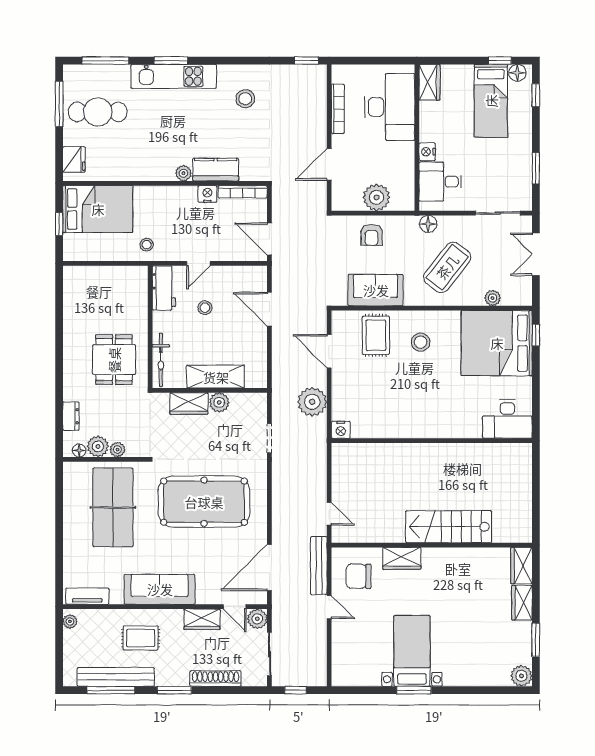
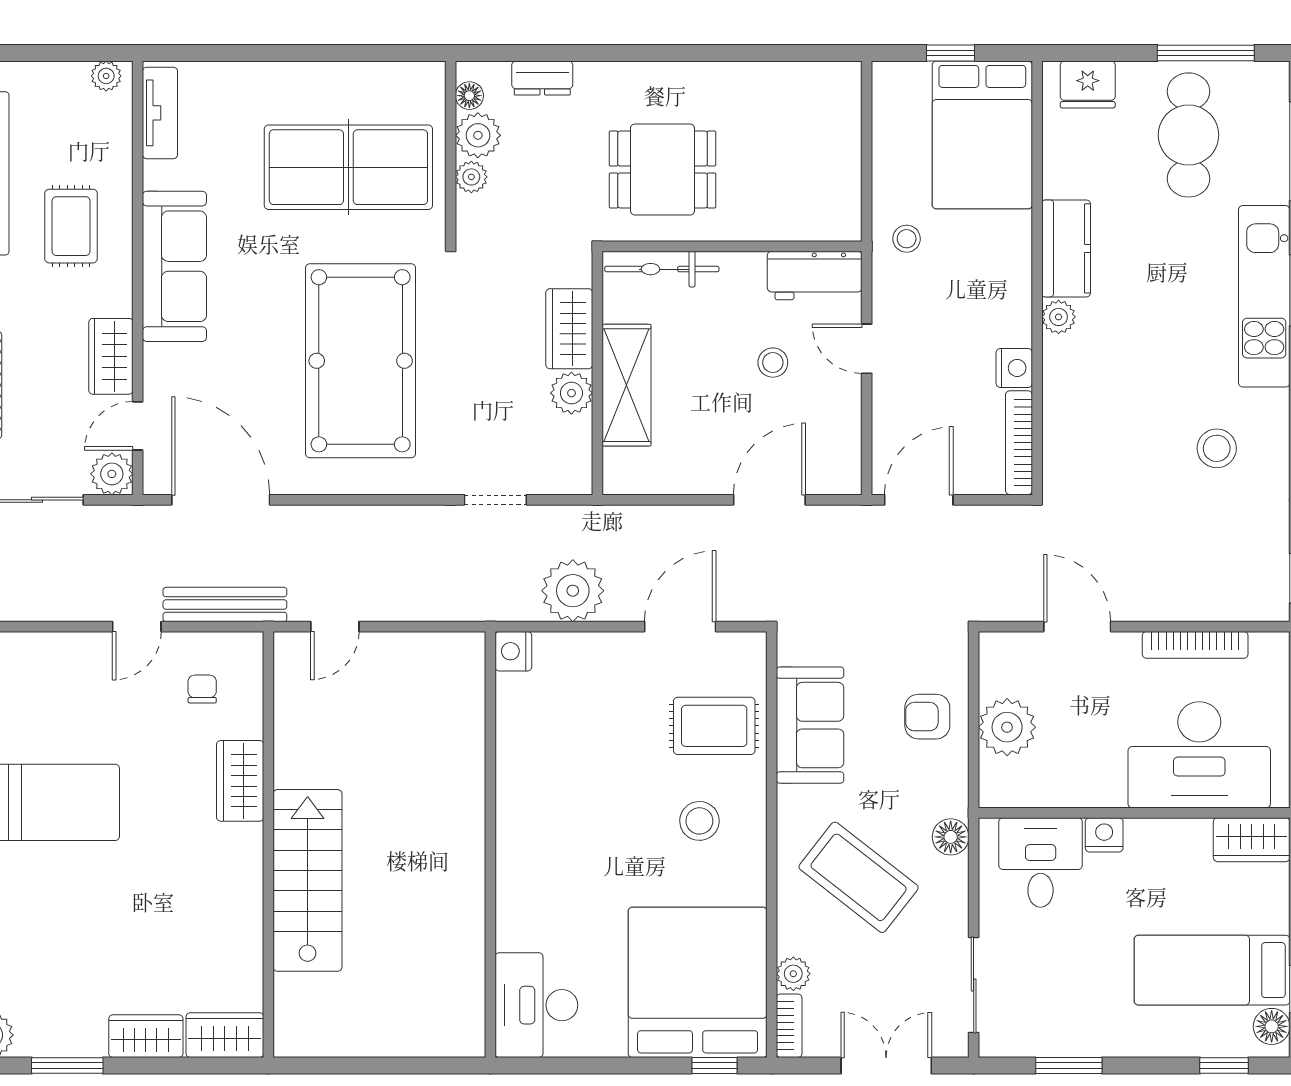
kitchen counter: (216, 170) -> (1066, 248), moved
bookcase: (517, 300) -> (789, 1026), added
chair: (359, 576) -> (202, 689), width x0.54, depth x0.54

